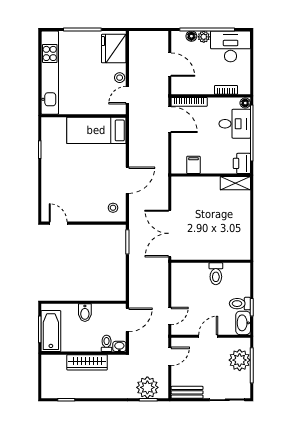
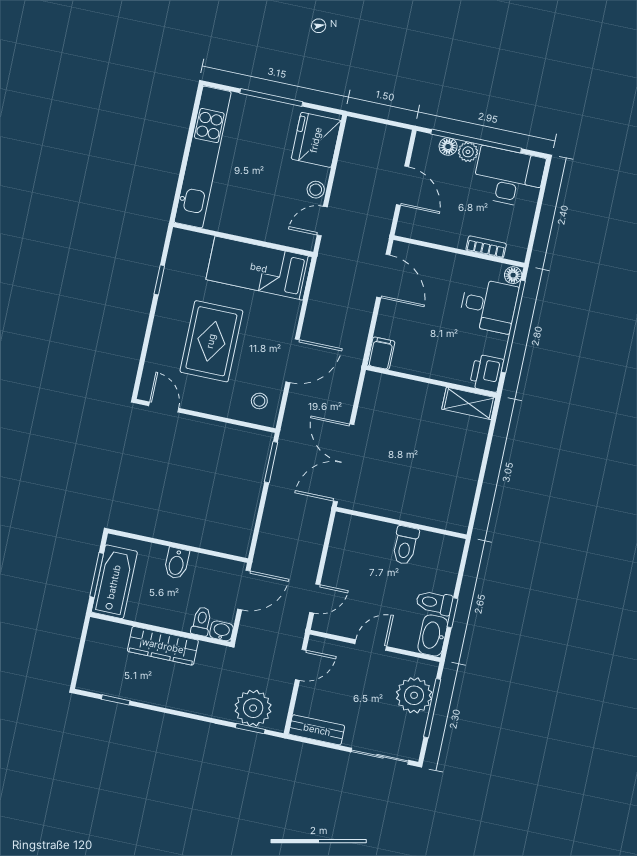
bookcase: (189, 102) -> (421, 254), removed
filing cabinet: (193, 165) -> (381, 353), moved
rug: (78, 179) -> (211, 341), added

